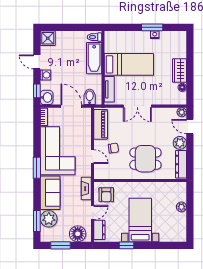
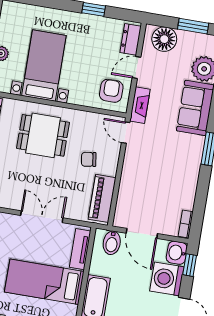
washing machine: (46, 75) -> (167, 279), width x1.89, depth x1.89
corner sofa: (58, 151) -> (173, 169), removed
door: (93, 157) -> (126, 133), moved
bed with nightstands: (140, 220) -> (44, 66), moved, turned 180

